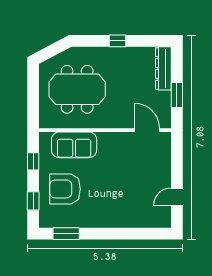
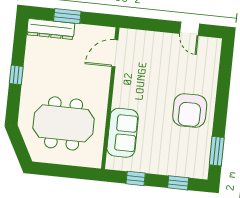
meeting table: (77, 89) -> (64, 123), turned 90
window: (177, 95) -> (67, 16), moved
armchair: (65, 189) -> (190, 111), moved

